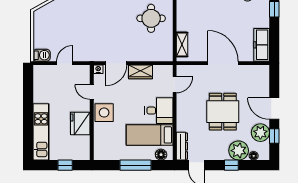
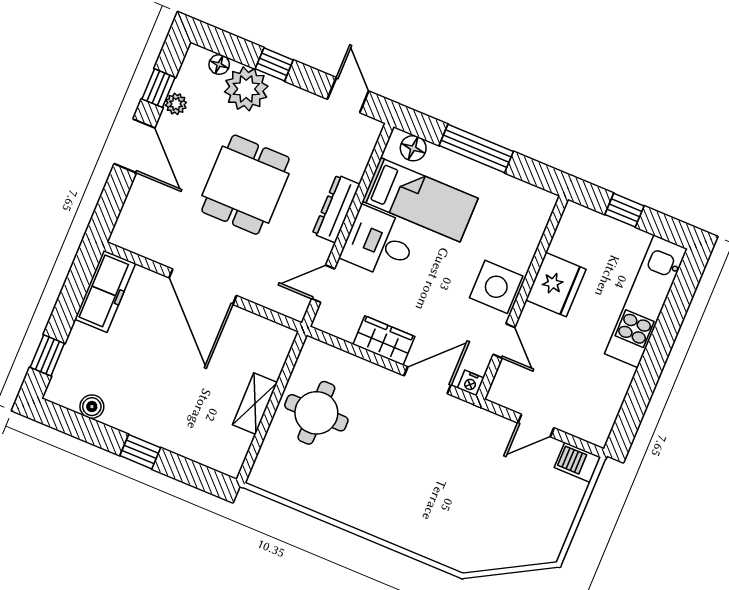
round table: (151, 18) -> (316, 413), moved
shelving: (182, 45) -> (255, 404), moved
plant: (260, 133) -> (176, 104), width x0.53, depth x0.53
dresser: (182, 146) -> (336, 209), moved

